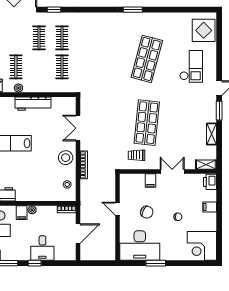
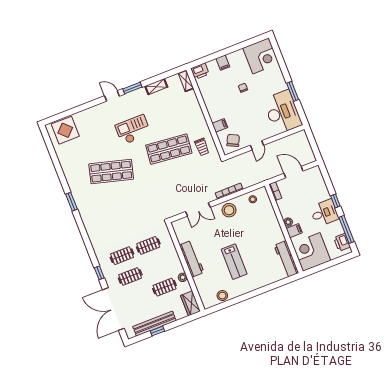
checkout: (191, 66) -> (133, 130), moved
double door: (172, 172) -> (204, 109), removed
chair: (147, 212) -> (233, 140), moved
desk: (42, 248) -> (324, 213), moved

